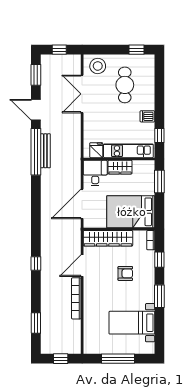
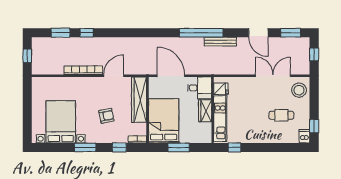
cafe table: (125, 85) -> (281, 115), width x0.73, depth x0.74
door: (36, 110) -> (258, 33), swing flipped
dishwasher: (147, 116) -> (304, 136), moved
window: (36, 152) -> (201, 33), moved
window: (159, 182) -> (179, 147), moved
window: (36, 264) -> (87, 33), moved
door: (82, 266) -> (114, 76), hinge flipped
armchair: (125, 273) -> (106, 116), turned -101
bed with nightstands: (132, 323) -> (61, 122), width x1.36
window: (118, 359) -> (27, 109), removed

